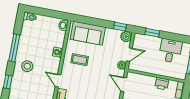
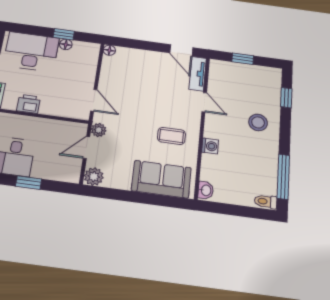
window: (120, 27) -> (105, 193), removed
window: (152, 33) -> (29, 183), moved
window: (14, 48) -> (283, 177), moved

